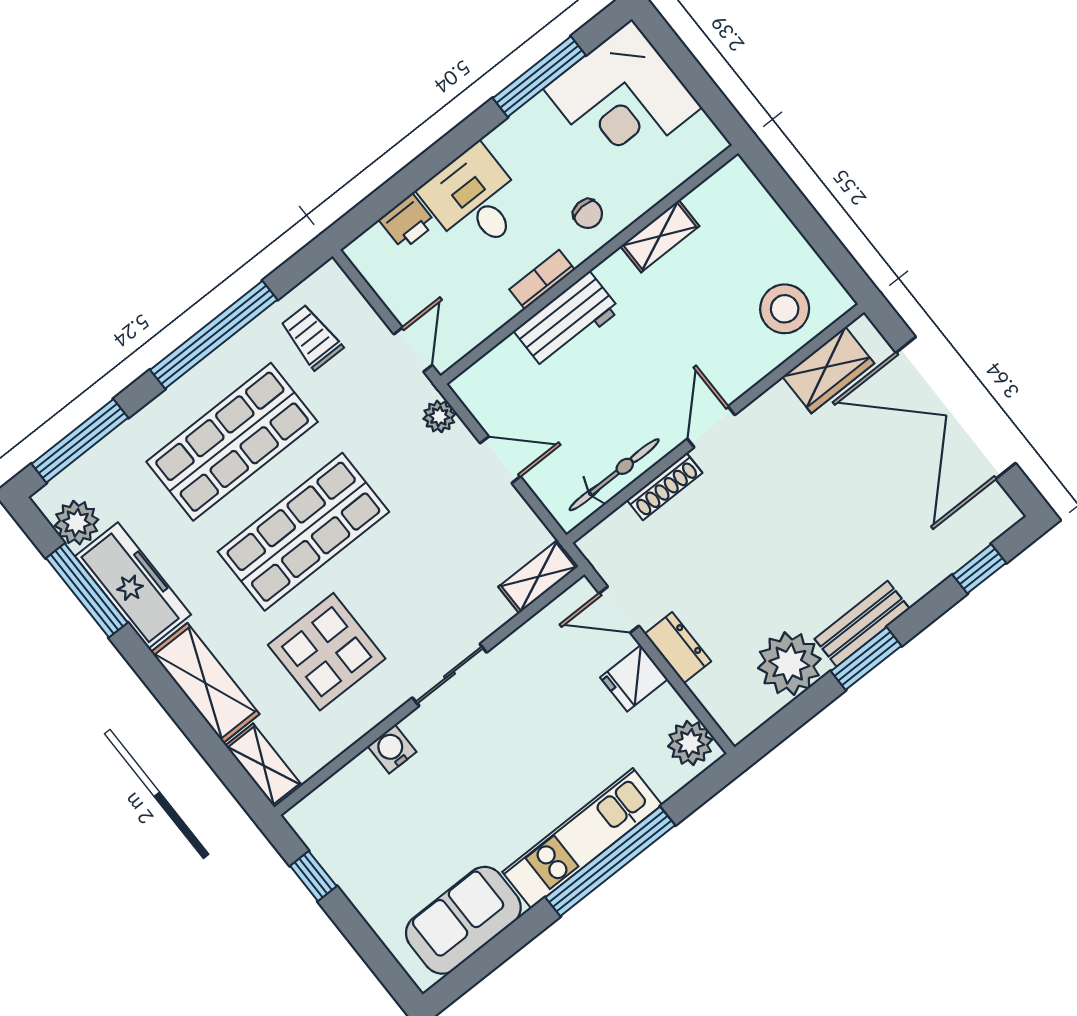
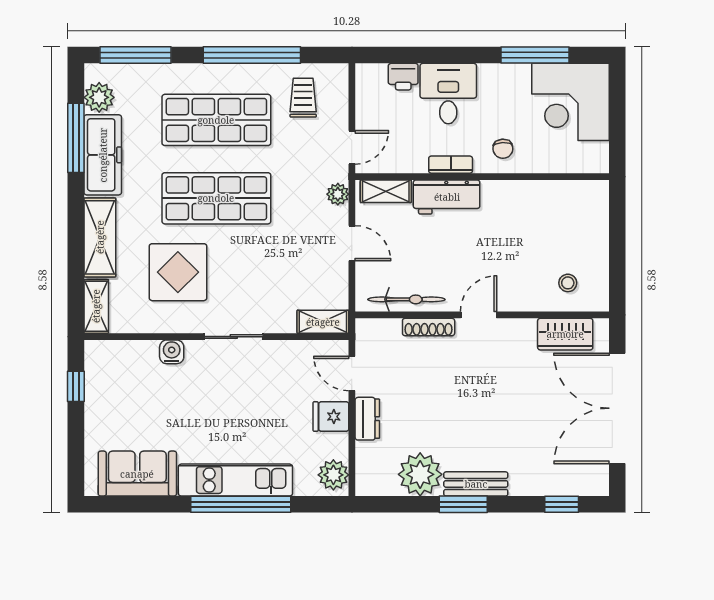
shelving: (660, 236) -> (386, 191), moved
stool: (785, 309) -> (568, 283), width x0.53, depth x0.53

